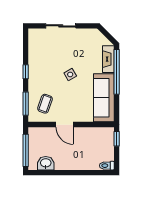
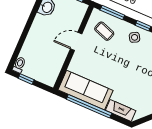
window: (117, 72) -> (89, 106), moved
side table: (70, 74) -> (135, 37), moved
window: (117, 139) -> (26, 79), moved

